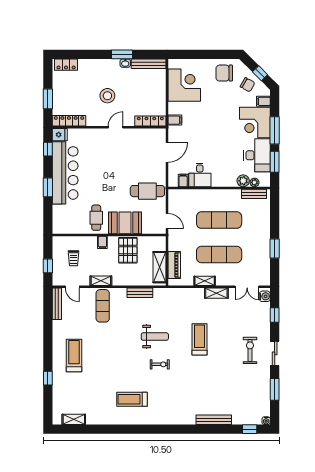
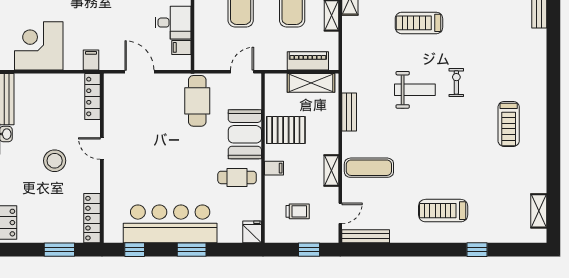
fridge: (60, 135) -> (252, 232), moved
weight bench: (155, 337) -> (415, 90), turned 90

